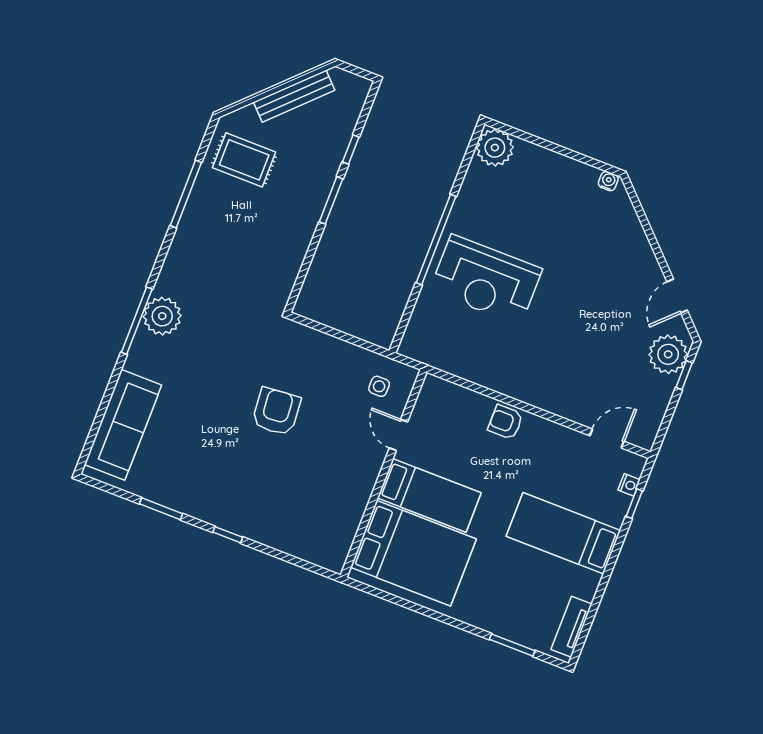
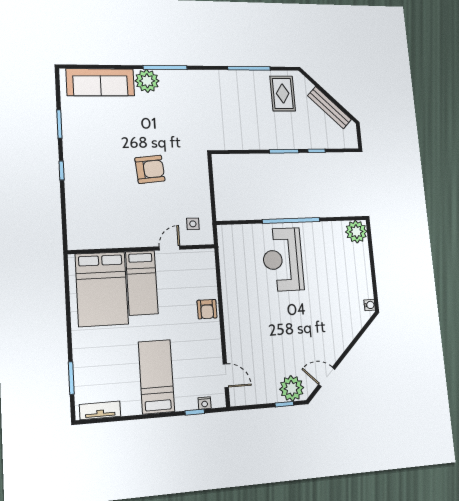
plant: (162, 316) -> (147, 81), moved
armchair: (506, 422) -> (207, 309), turned 180

